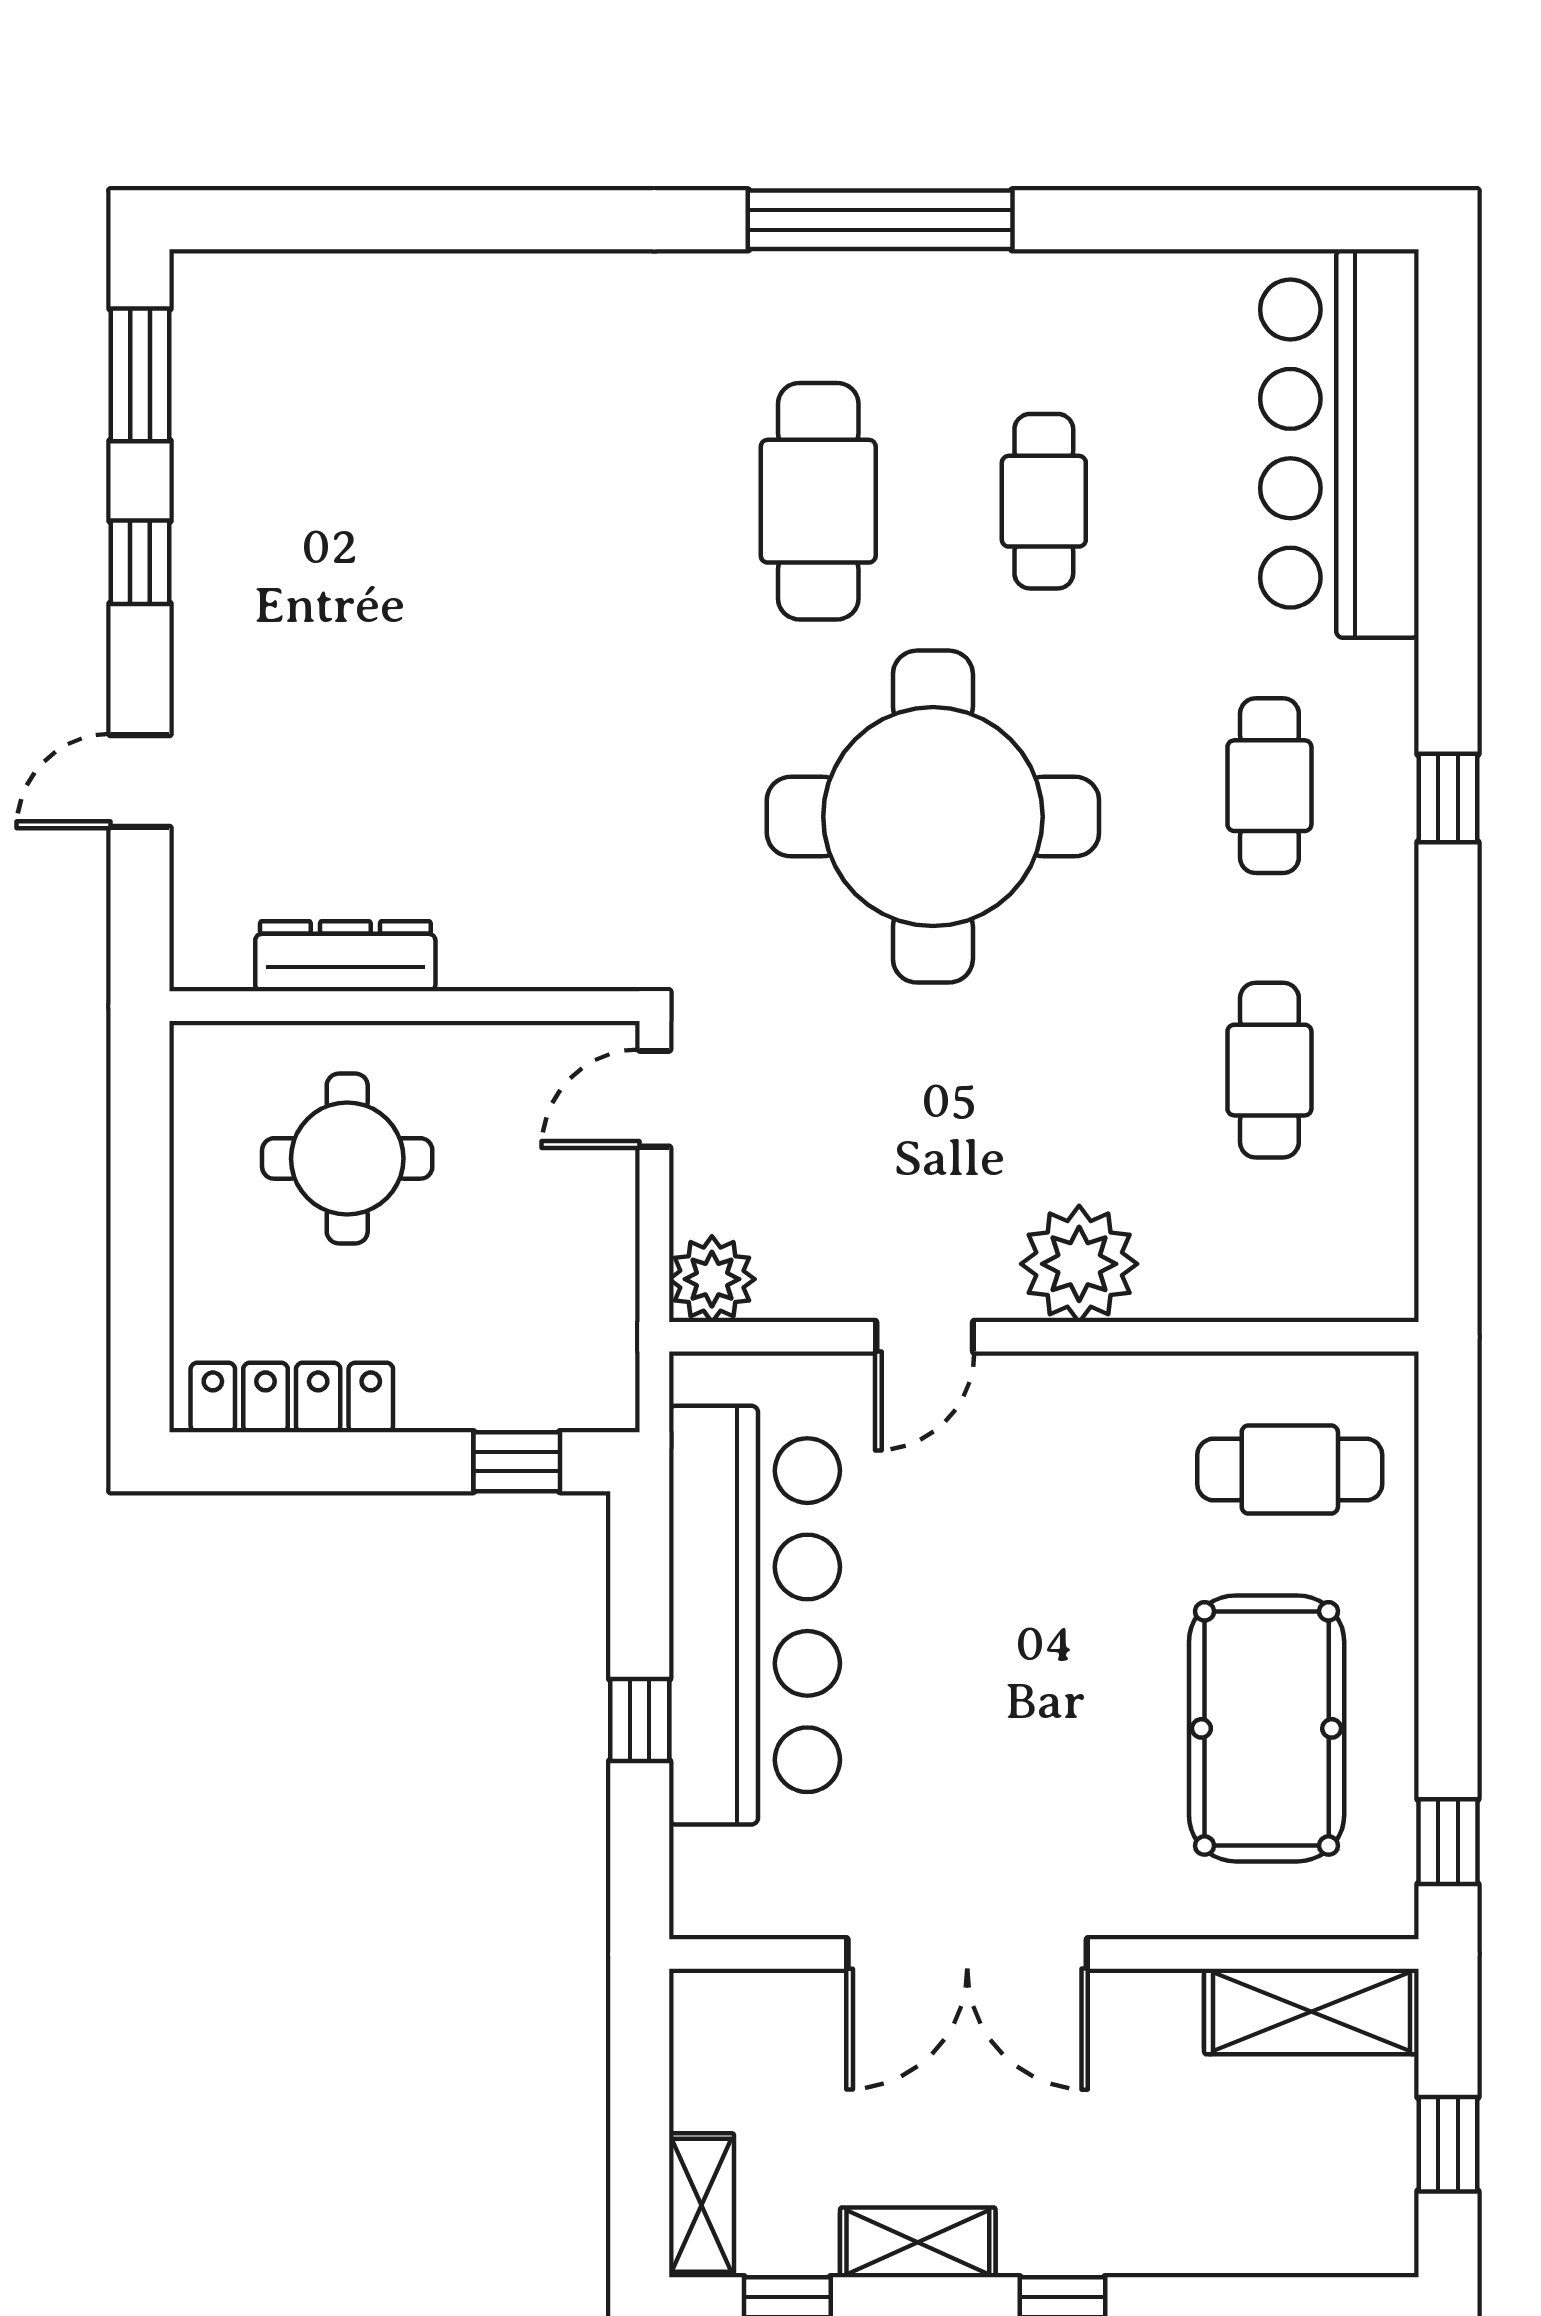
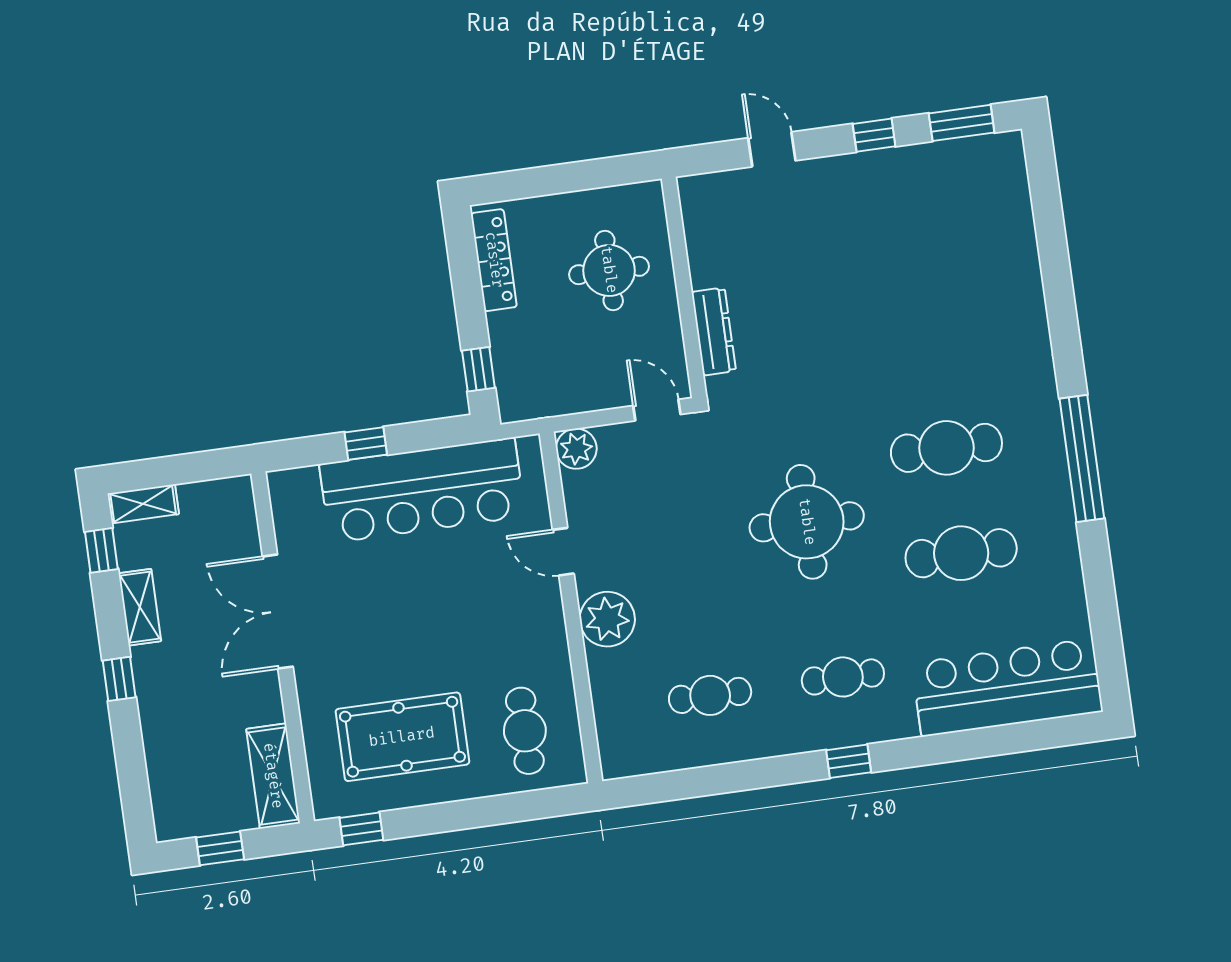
cafe table: (1044, 501) -> (961, 553), width x1.37, depth x1.35
round table: (933, 817) -> (807, 522), width x0.73, depth x0.73
dresser: (345, 956) -> (714, 331), moved

